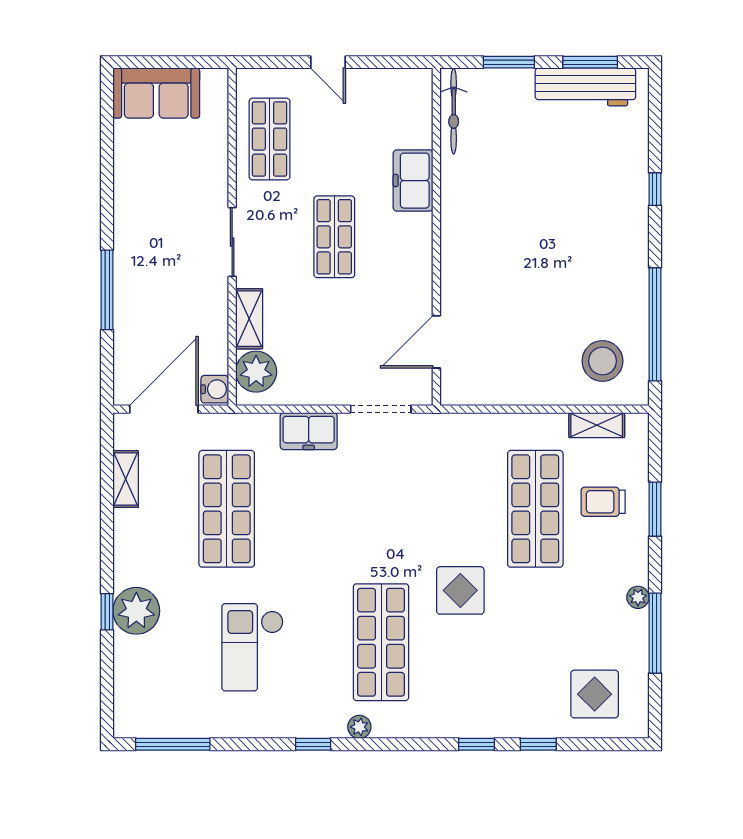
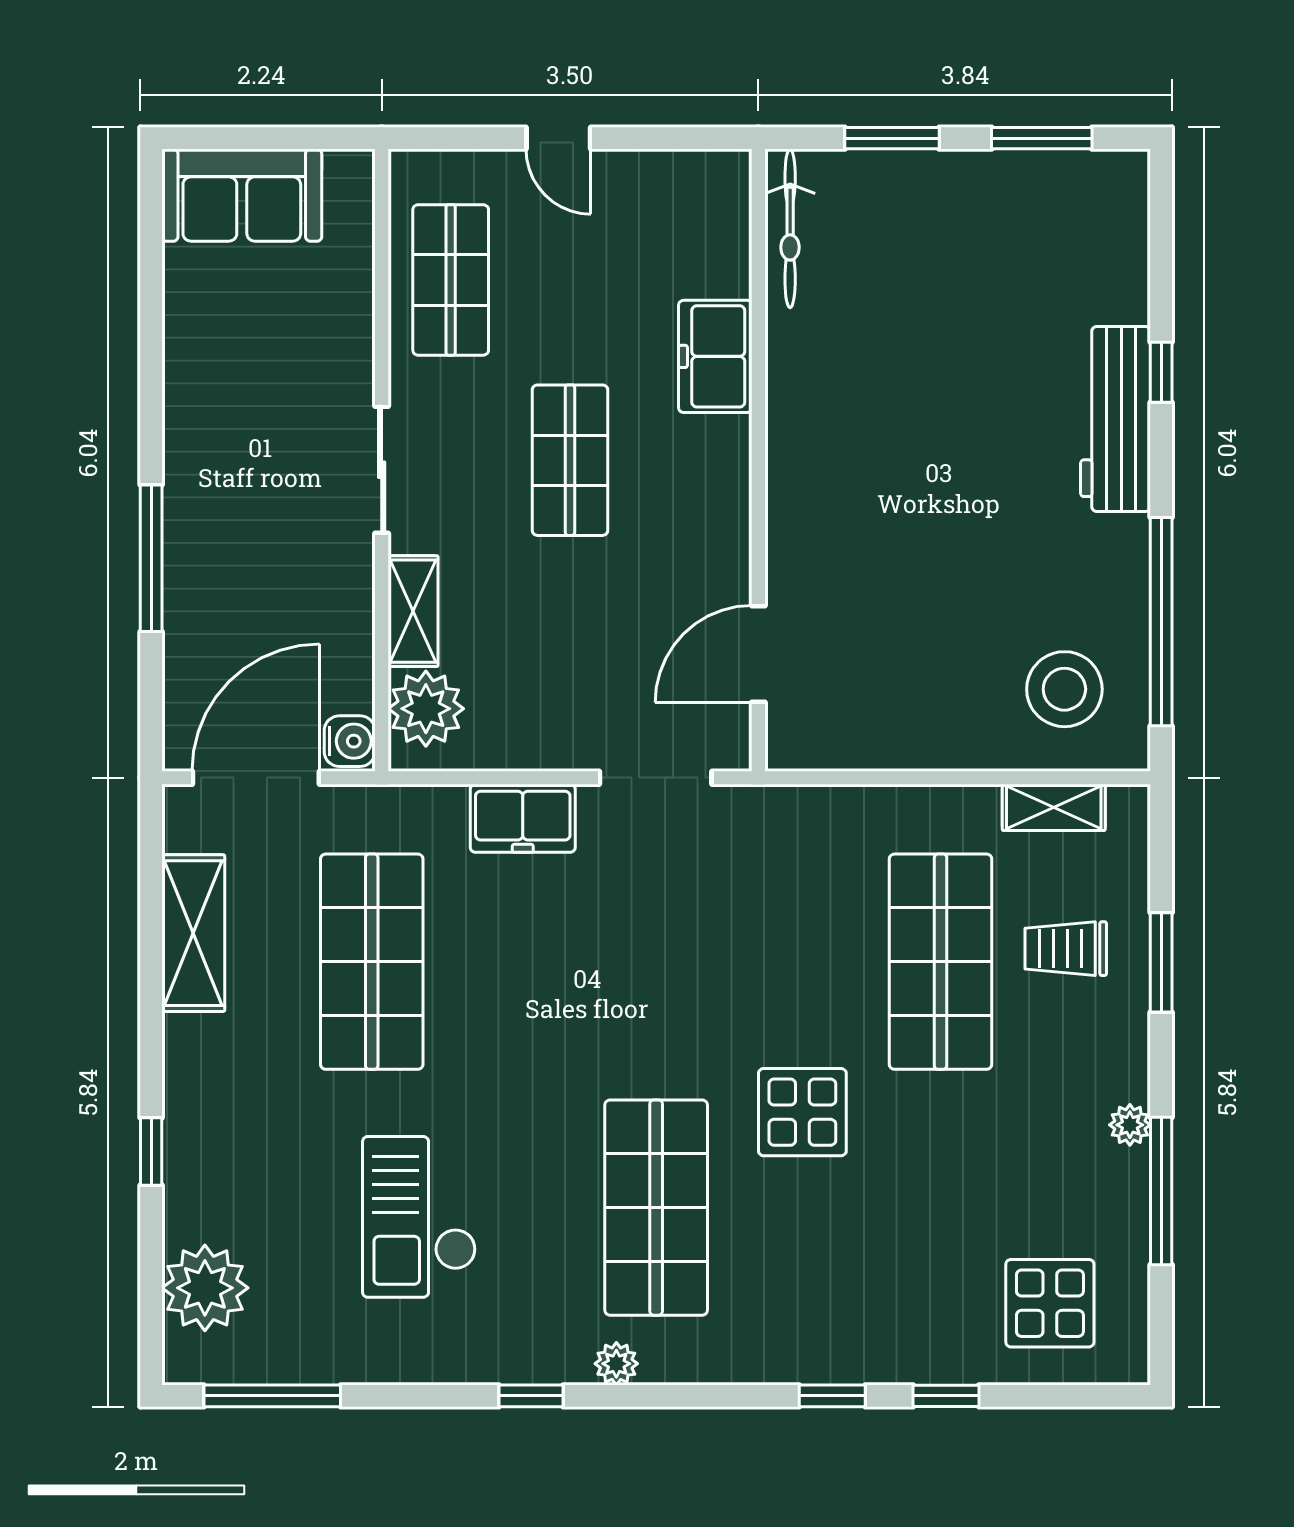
workbench: (585, 87) -> (1116, 419), moved, turned 90
shelving: (126, 479) -> (193, 933), width x1.50, depth x1.33
plant: (136, 611) -> (205, 1288), moved

